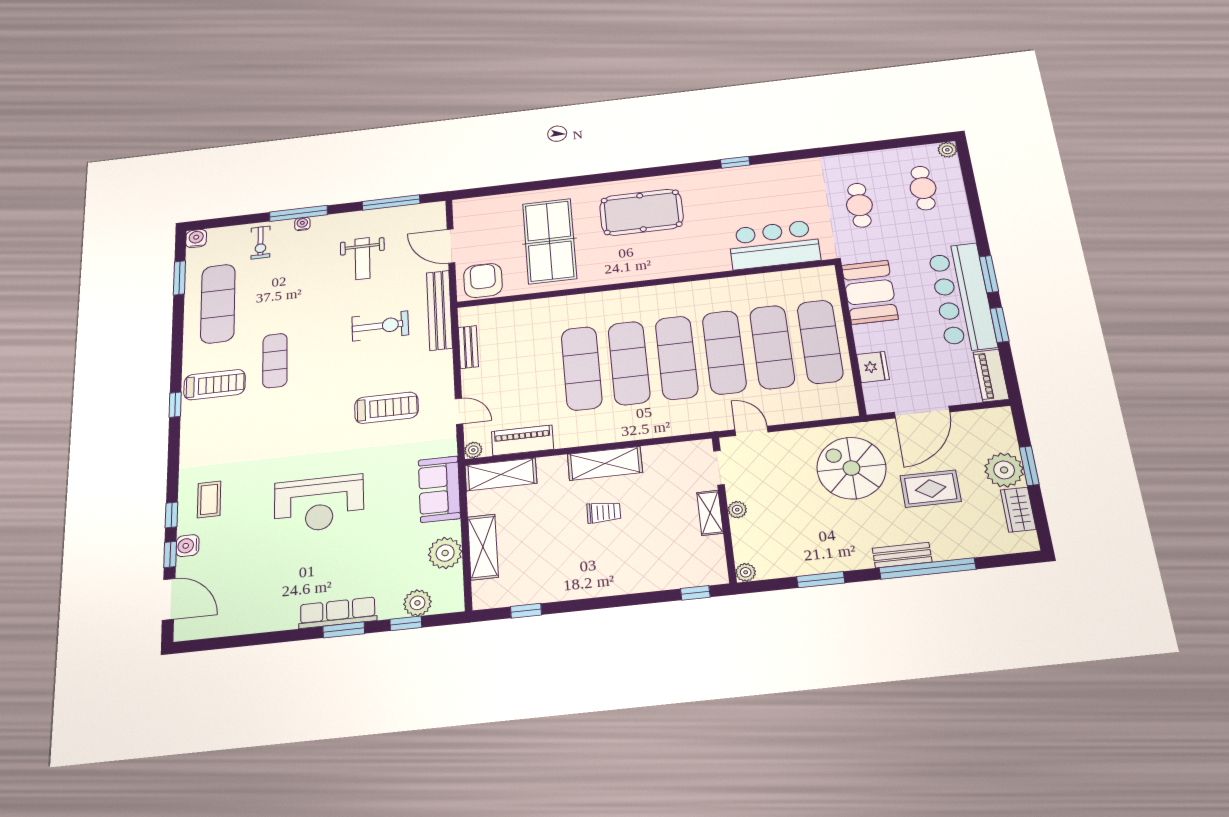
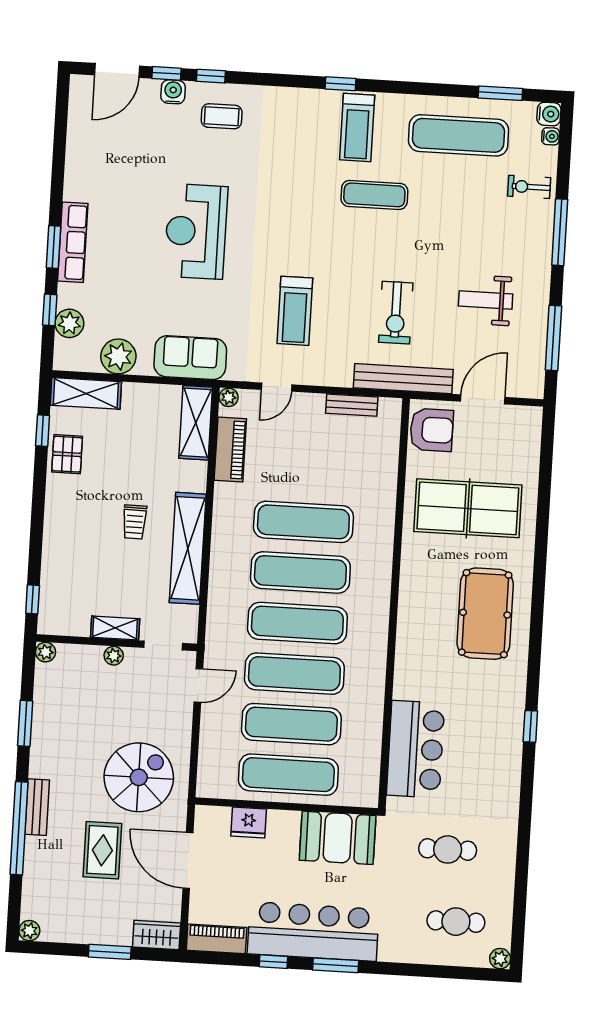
water cooler: (302, 224) -> (551, 136), moved
window: (1000, 325) -> (273, 962), width x0.67
shelving: (605, 463) -> (188, 548), width x1.47
plant: (1004, 470) -> (29, 931), moved, width x0.53, depth x0.53
wardrobe: (1018, 510) -> (157, 935), moved
shelving: (483, 547) -> (86, 393), moved
pallet: (546, 584) -> (67, 454), added

